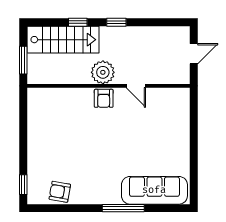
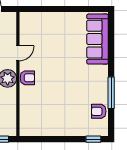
armchair: (60, 192) -> (99, 111), turned 80
window: (123, 208) -> (111, 93), moved

